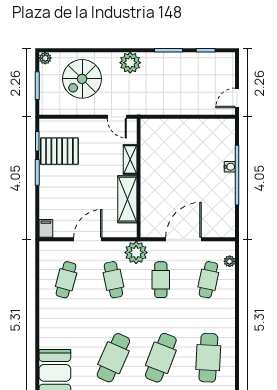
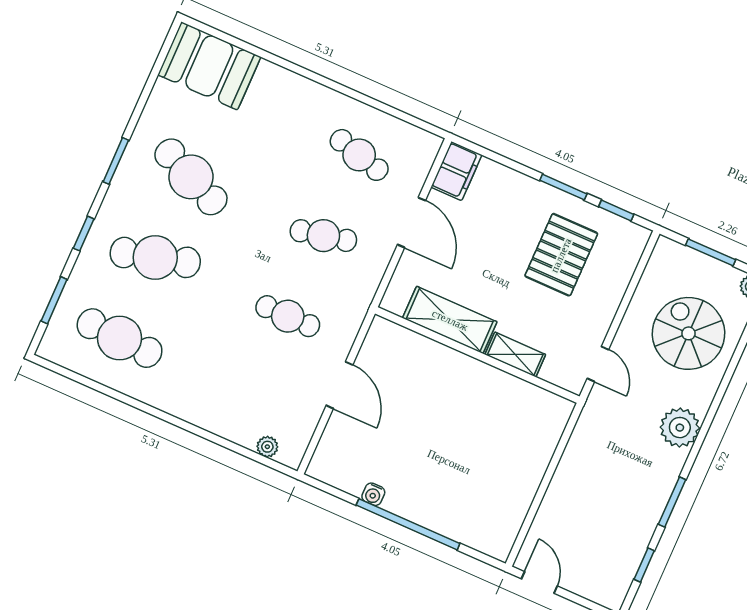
door: (117, 117) -> (598, 364), swing flipped
pallet: (59, 151) -> (561, 255), moved
water cooler: (230, 167) -> (373, 494), moved
filing cabinet: (46, 228) -> (456, 171), width x2.00
door: (183, 239) -> (339, 385), width x0.73
plant: (136, 252) -> (353, 294), removed
cafe table: (208, 280) -> (252, 397), removed
cafe table: (161, 358) -> (155, 257), turned -36

